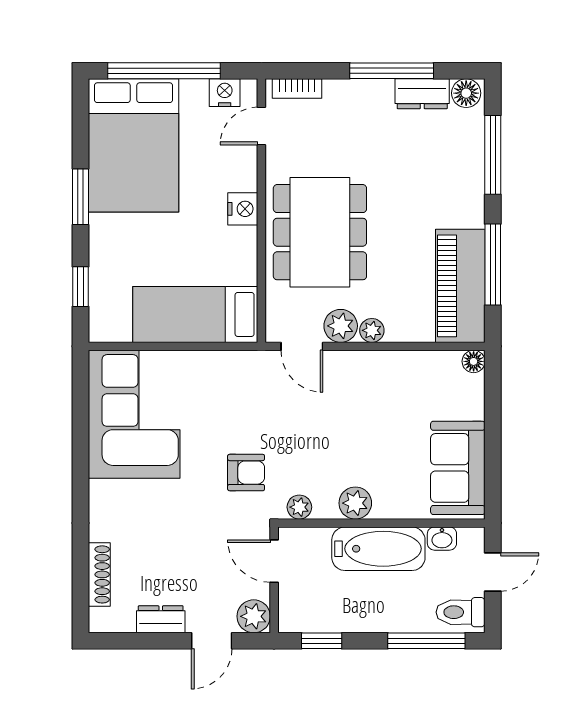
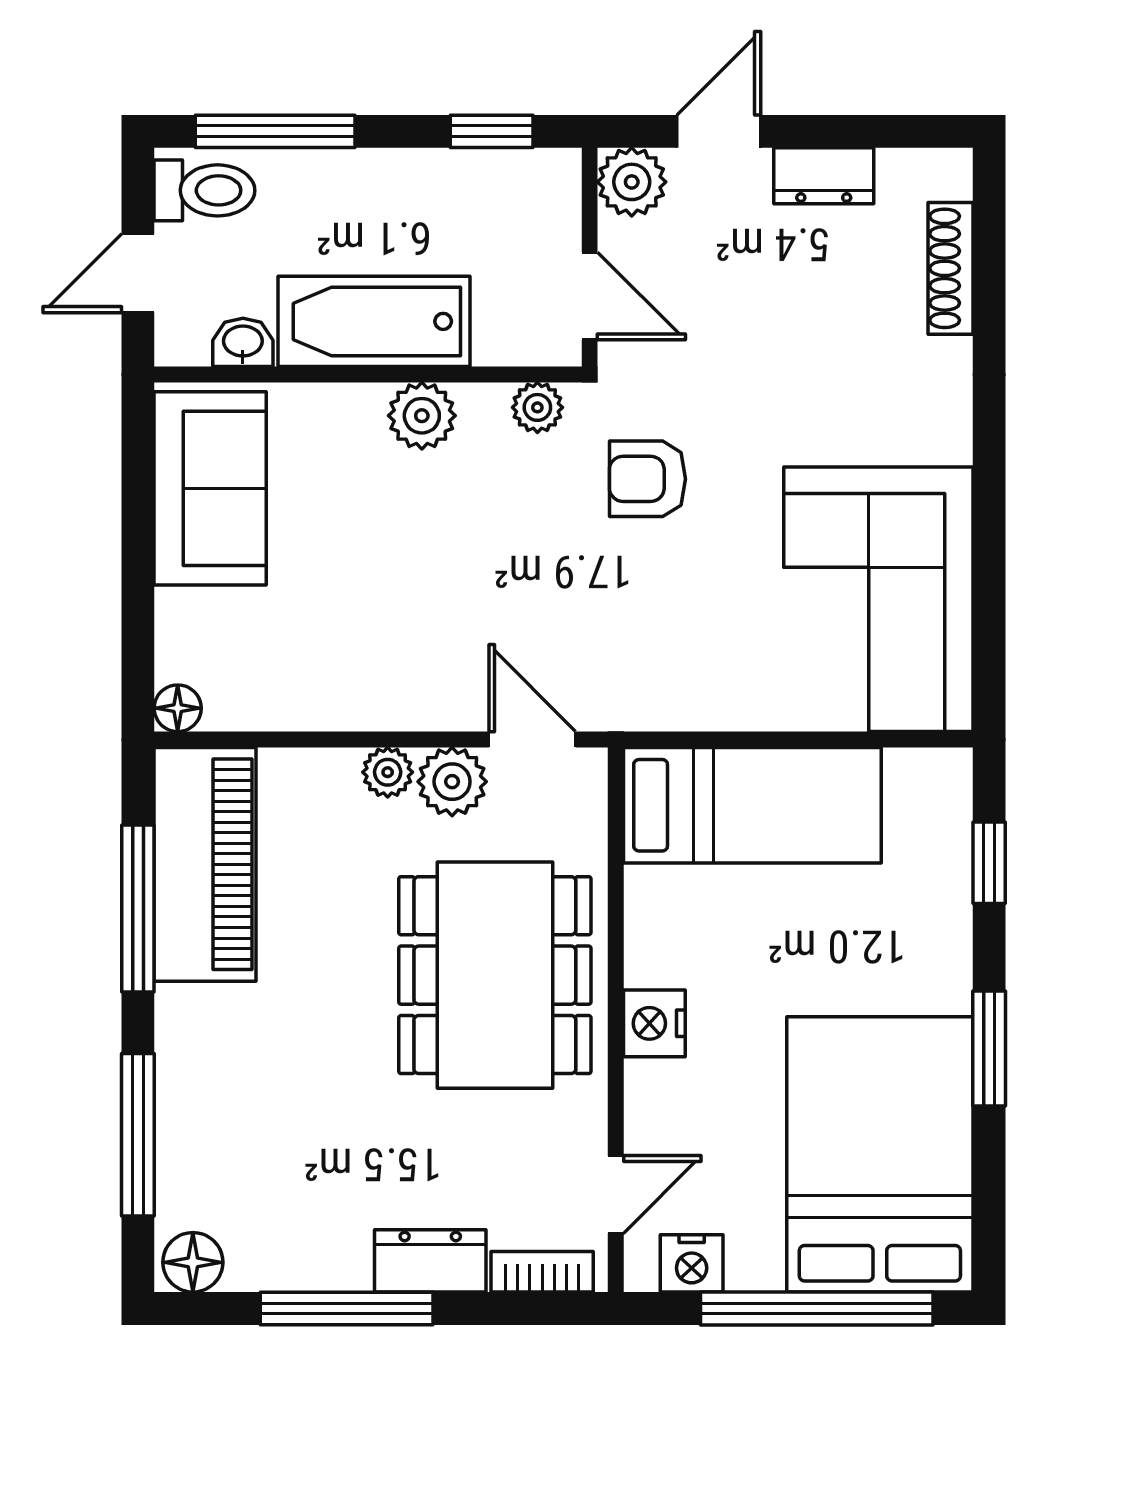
dresser: (422, 94) -> (430, 1261), moved

